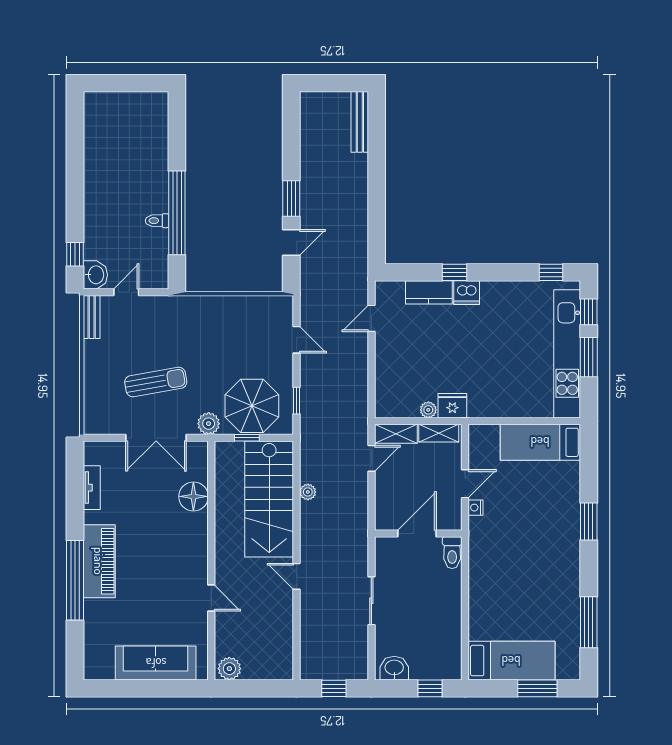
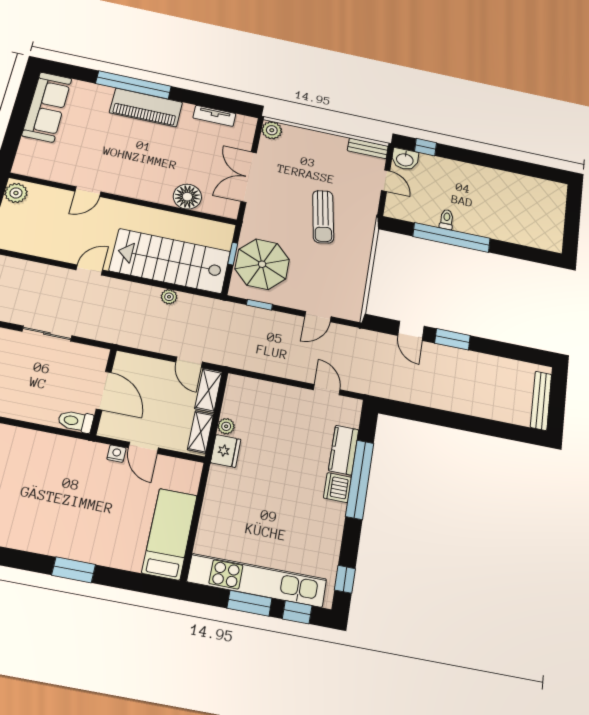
bench: (360, 122) -> (541, 401), moved, turned 90
window: (454, 272) -> (360, 479), width x3.17
sun lounger: (156, 382) -> (323, 217), moved
plant: (209, 424) -> (272, 130), moved
sofa: (156, 663) -> (47, 107), moved

